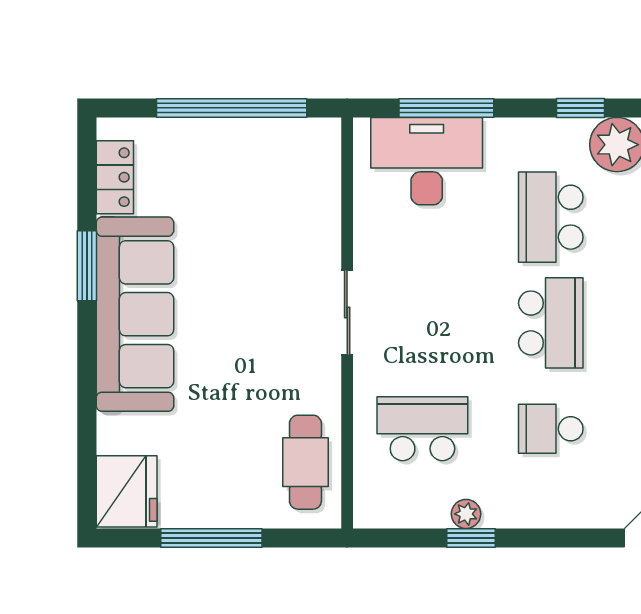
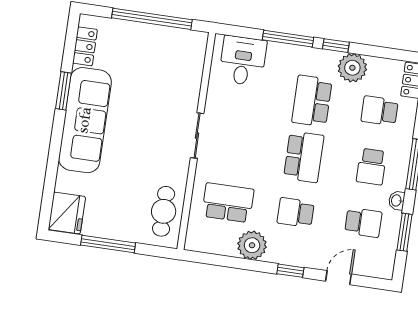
window: (446, 108) -> (288, 39), moved
desk: (427, 161) -> (243, 61), width x0.73
plant: (466, 514) -> (252, 245), width x1.88, depth x1.88
window: (471, 538) -> (290, 271), moved

